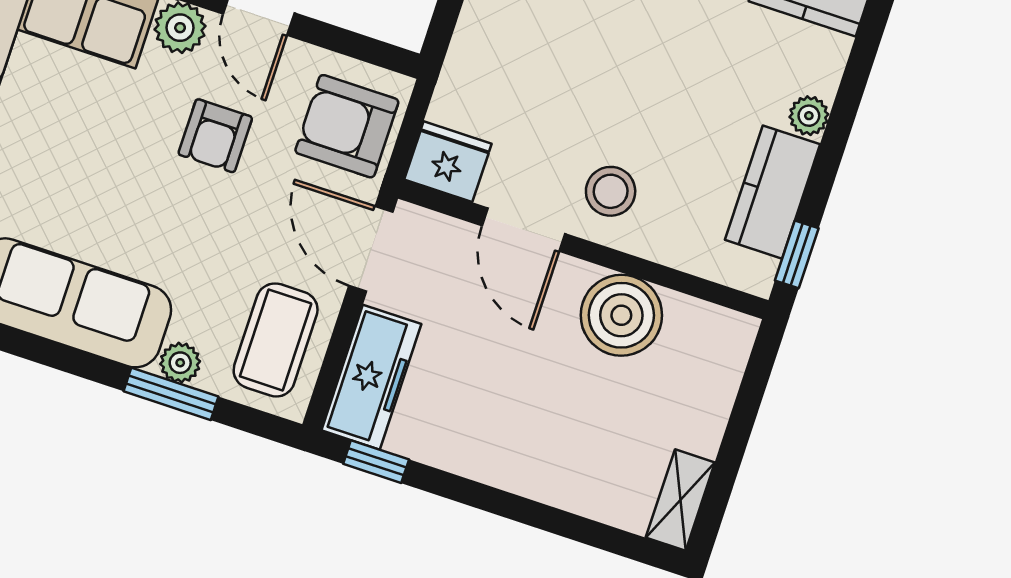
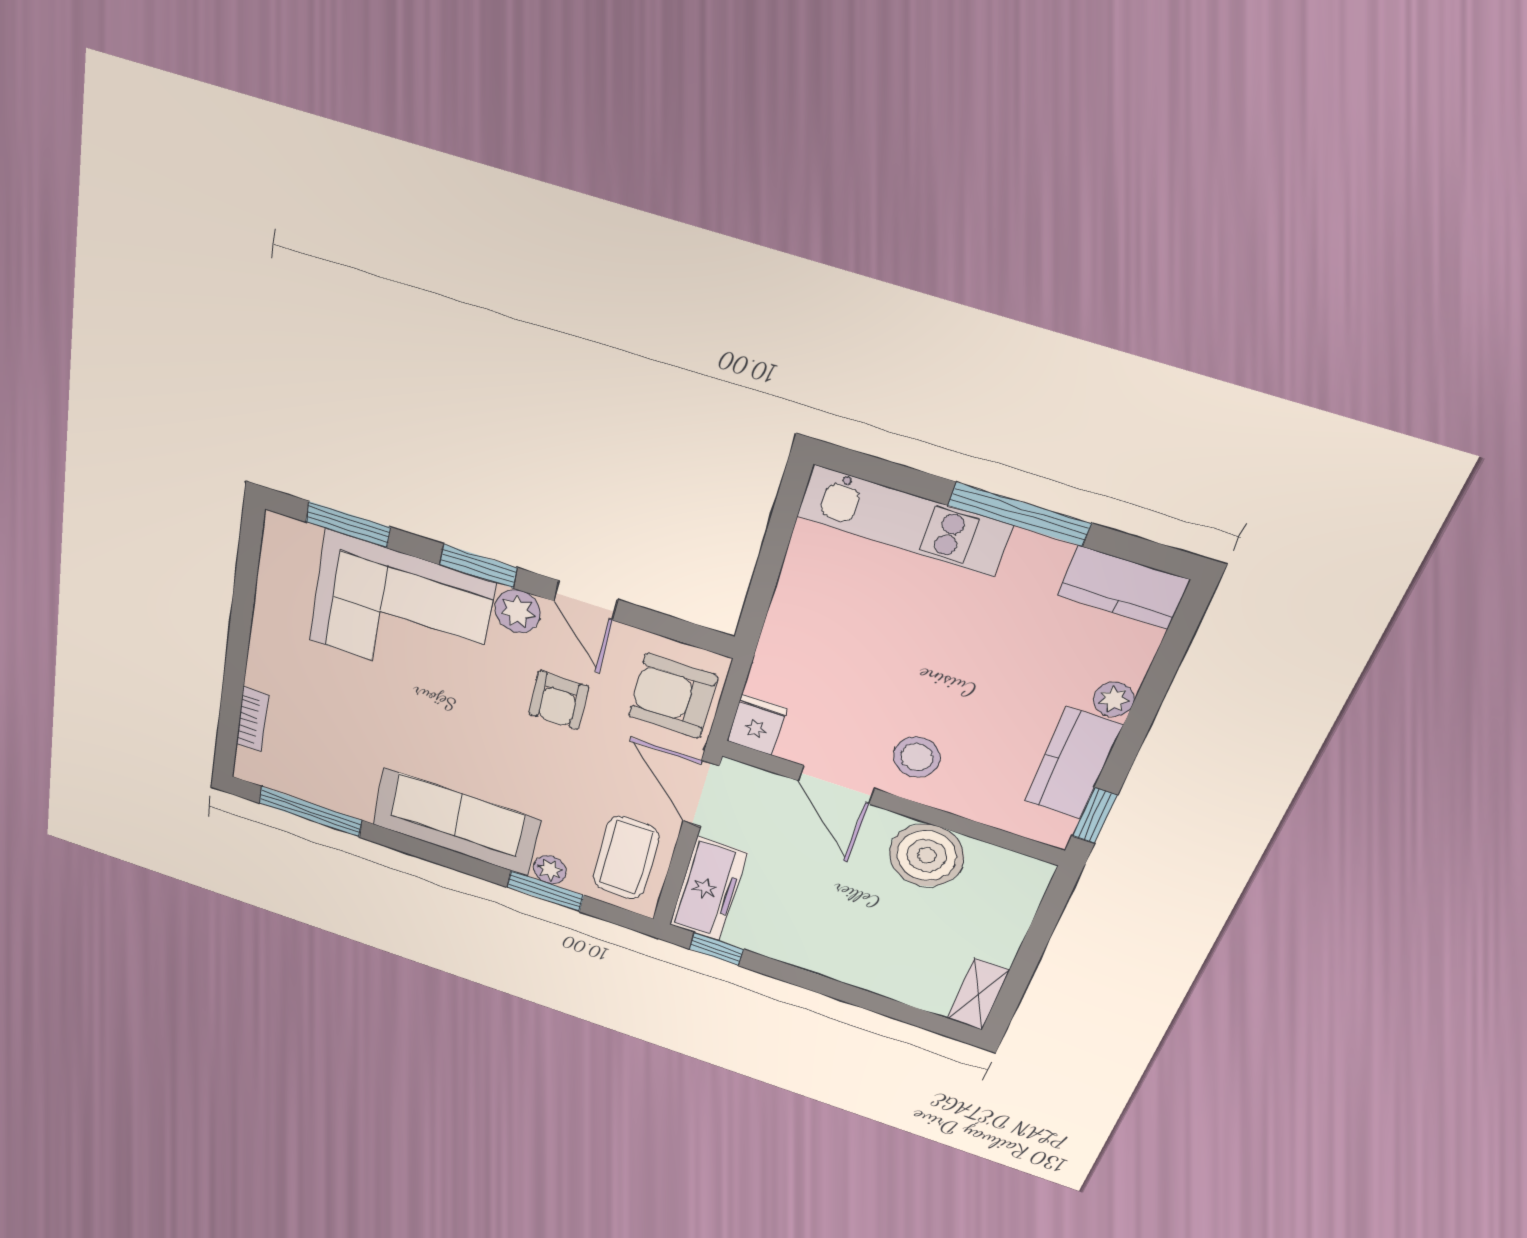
fridge: (448, 162) -> (757, 725), width x0.72

